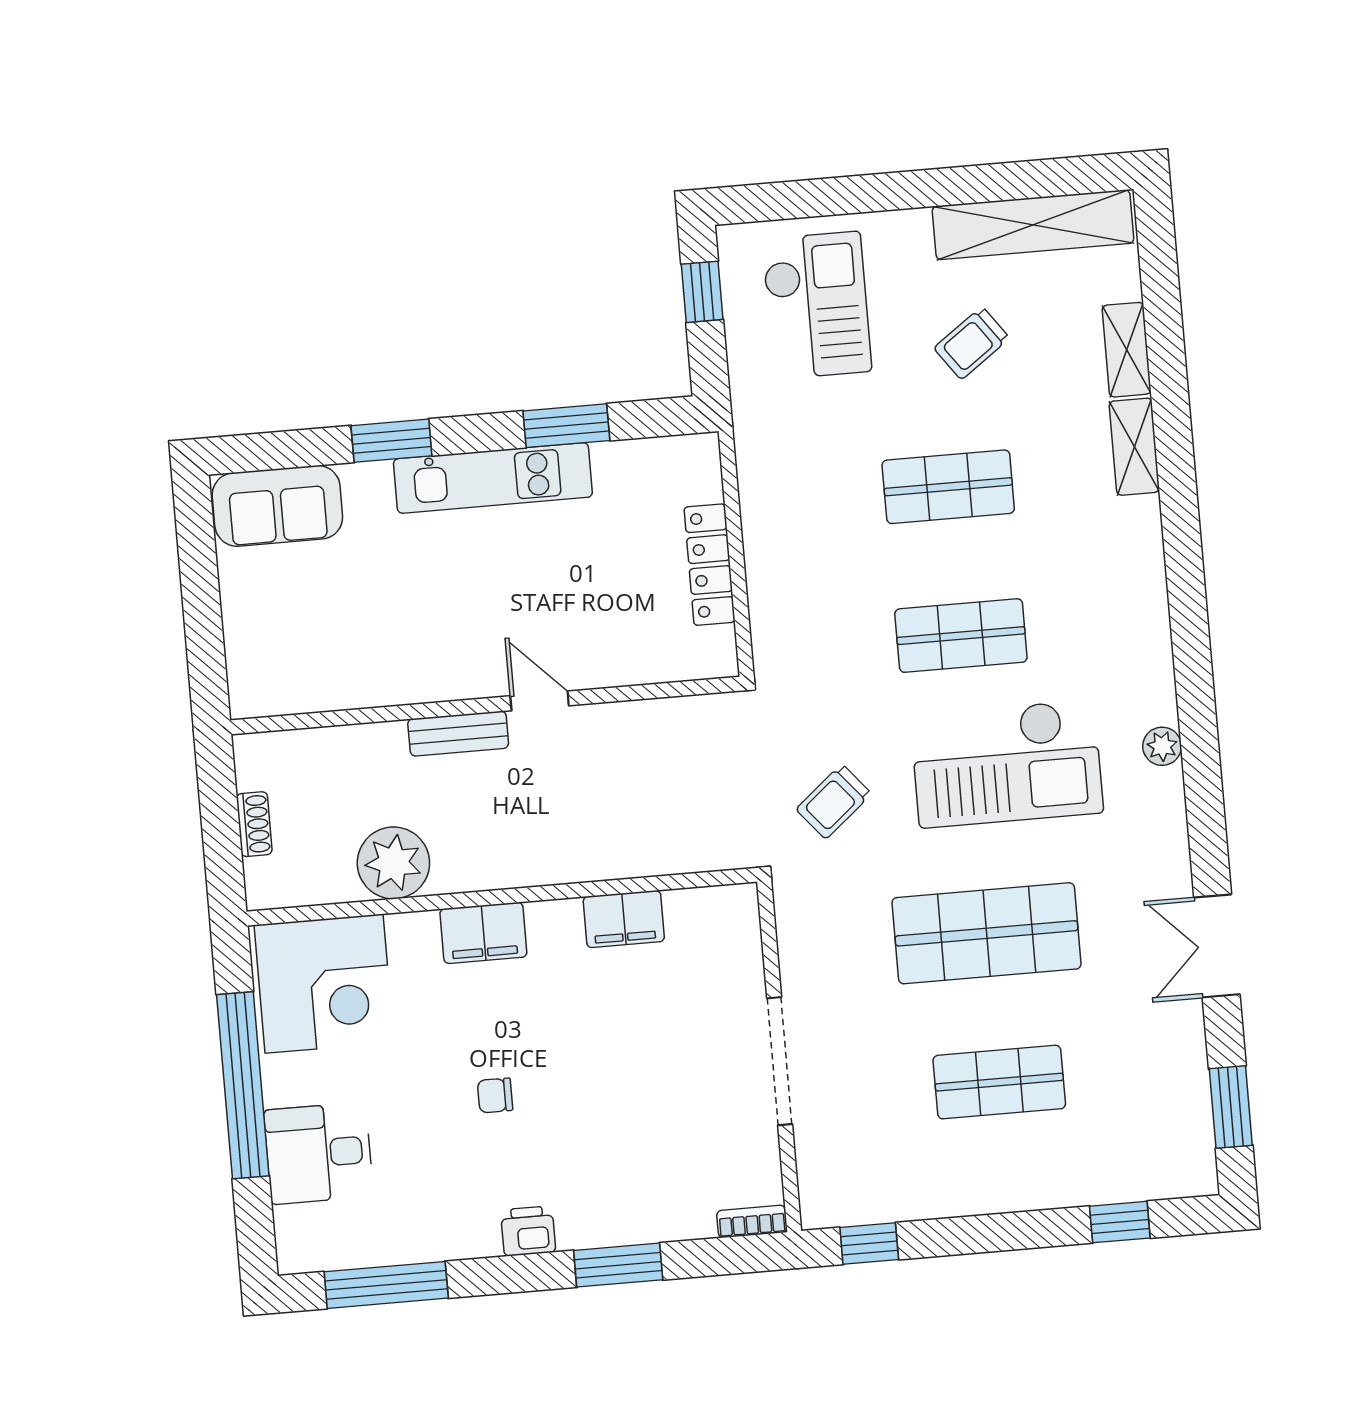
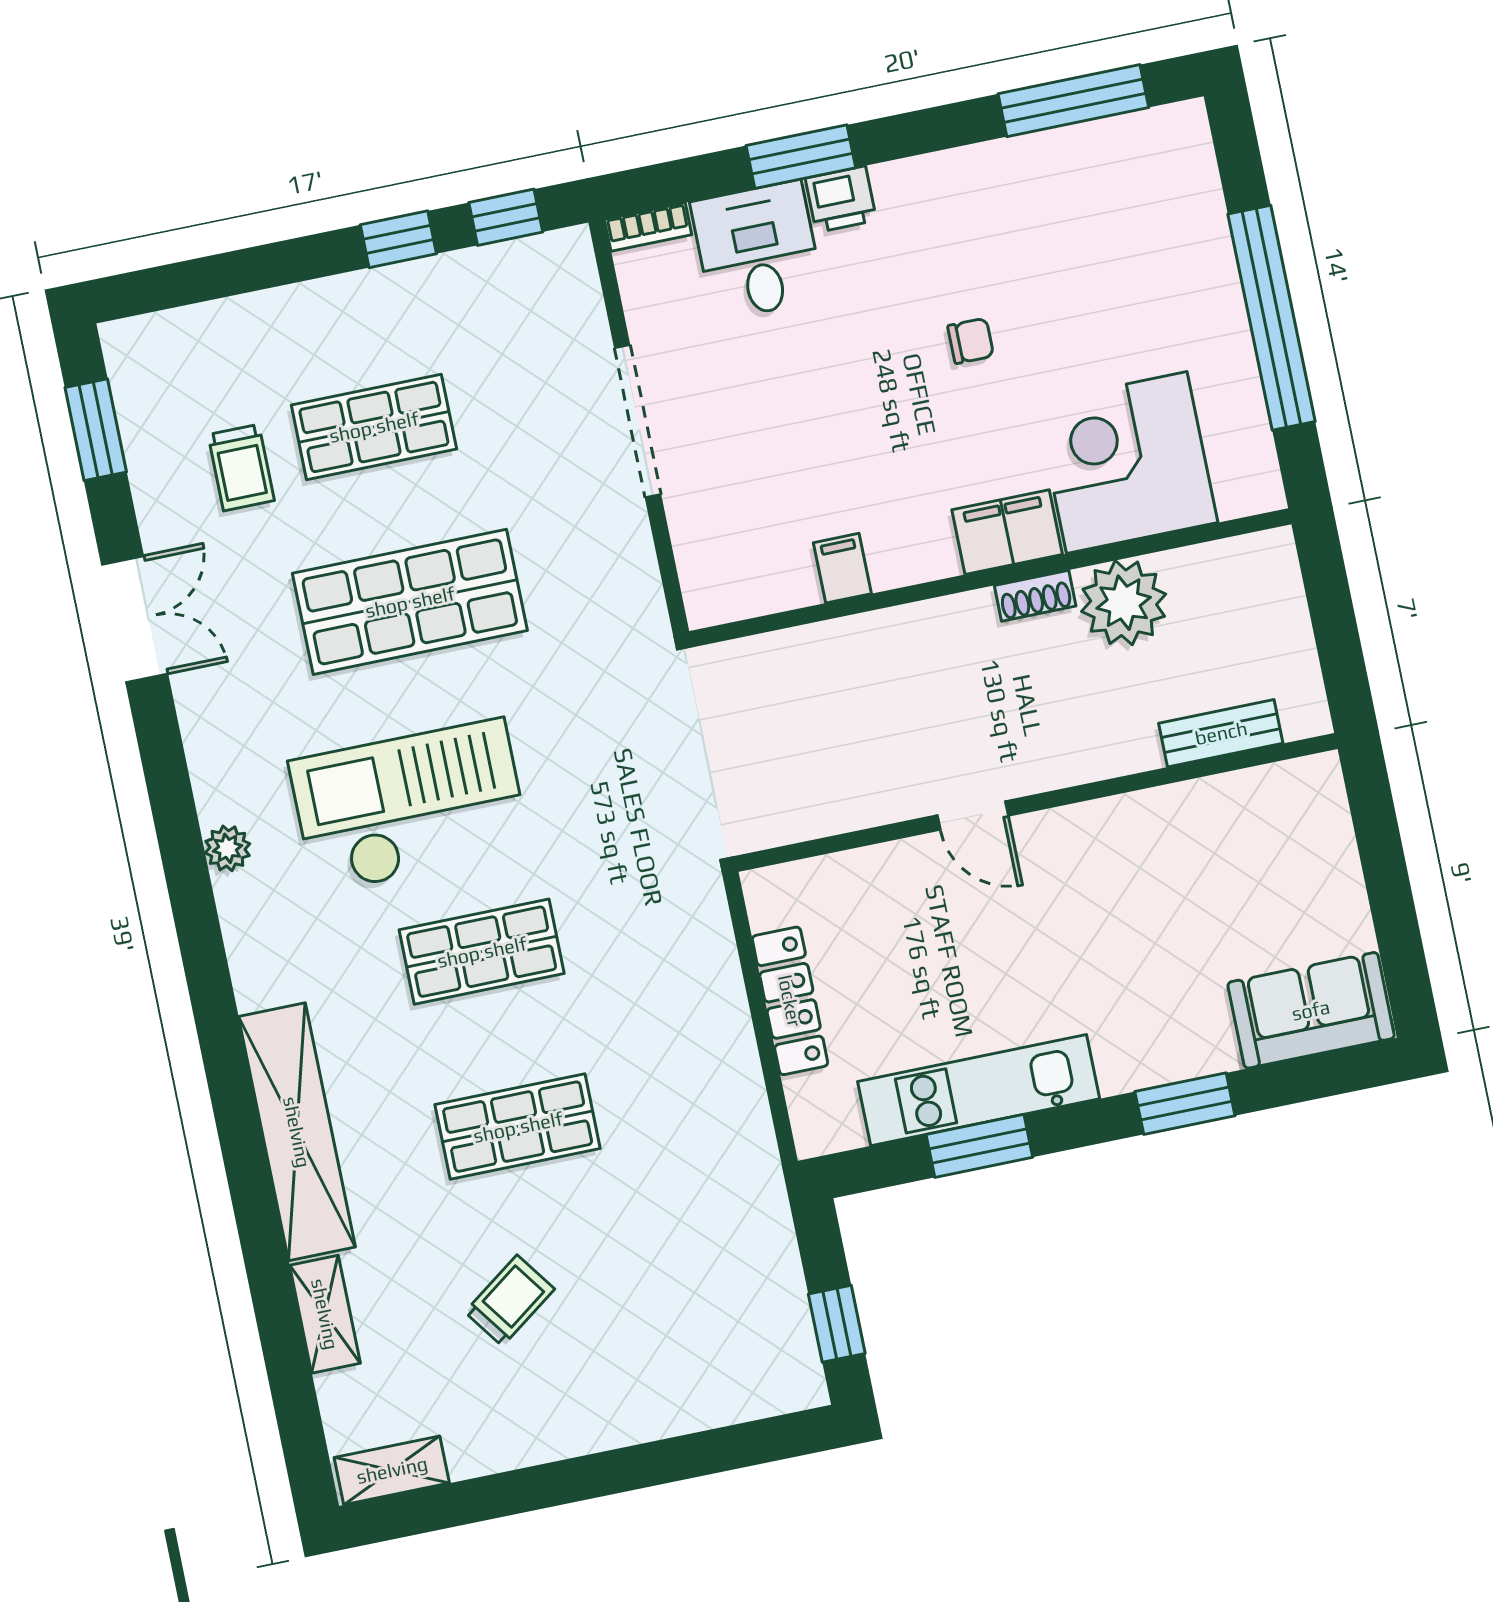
shelving: (1033, 225) -> (392, 1470), width x0.45, depth x0.75
checkout: (817, 305) -> (699, 1324), removed
shelving: (1134, 447) -> (297, 1132), width x2.20, depth x1.33
kitchen unit: (493, 478) -> (979, 1090), moved
bench: (458, 734) -> (1221, 733), moved
trolley: (834, 802) -> (241, 468), moved, turned 130
shoe rack: (254, 824) -> (1035, 596), moved, turned -90
filing cabinet: (624, 919) -> (842, 568), width x0.50
corner desk: (324, 984) -> (1127, 463), moved
desk: (319, 1153) -> (757, 251), moved, turned -90
window: (1120, 1222) -> (398, 239), moved
printer: (528, 1231) -> (841, 199), moved

